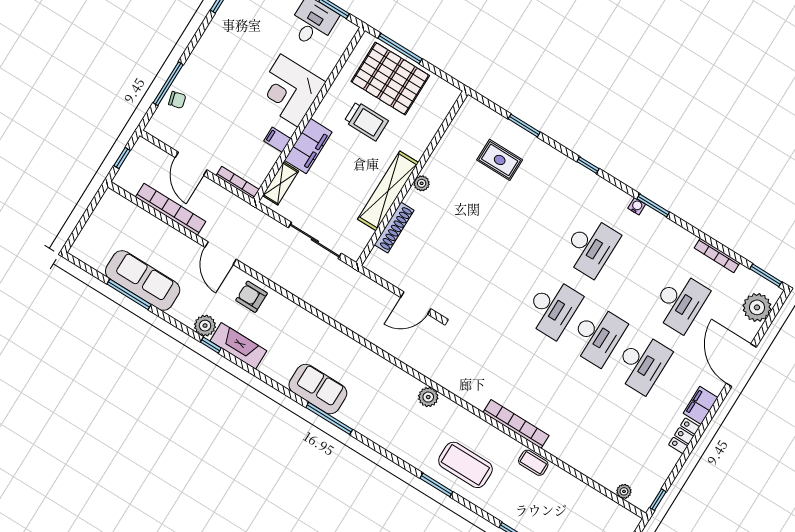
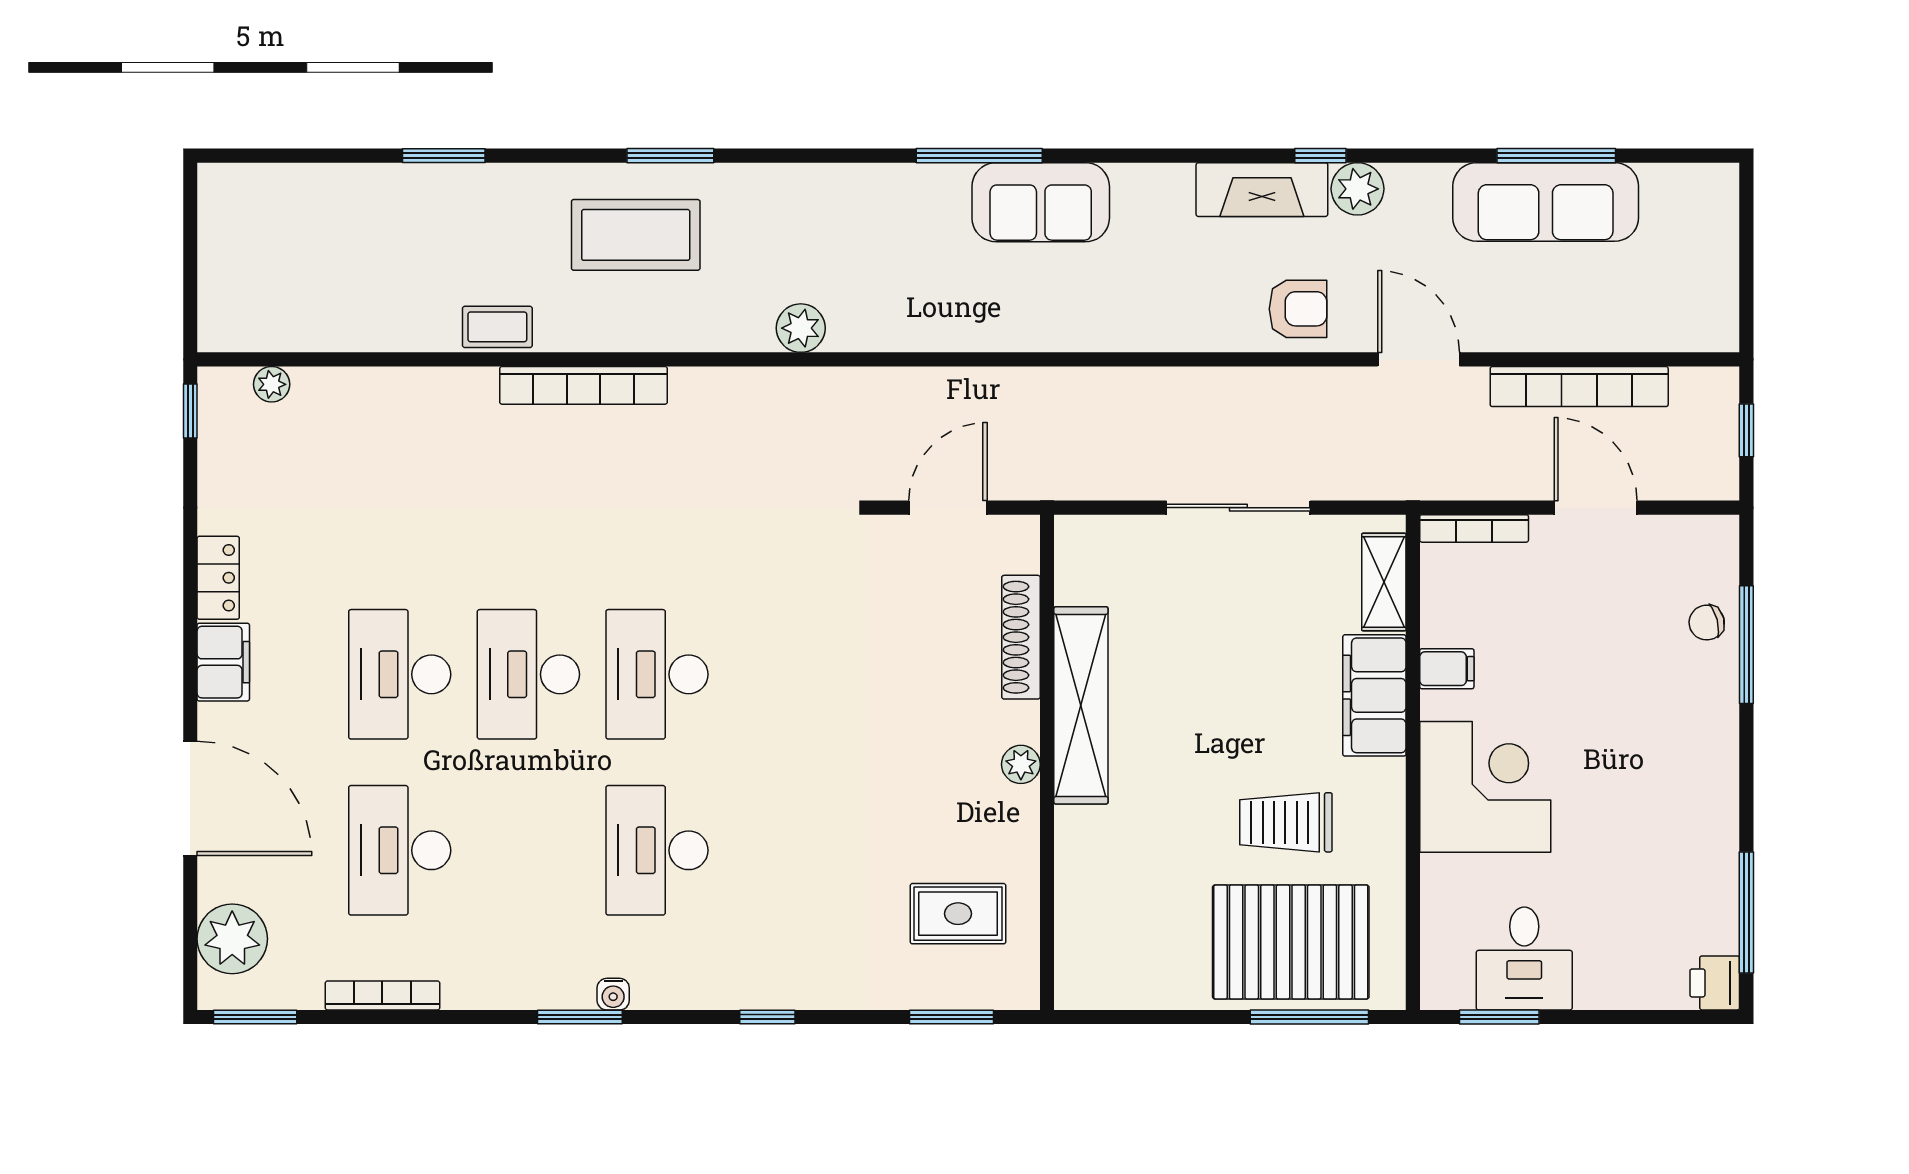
wall: (412, 178) -> (1047, 762), moved
plant: (422, 183) -> (1021, 764), moved
shelving: (388, 191) -> (1081, 705), moved
shoe rack: (394, 227) -> (1021, 637), moved

